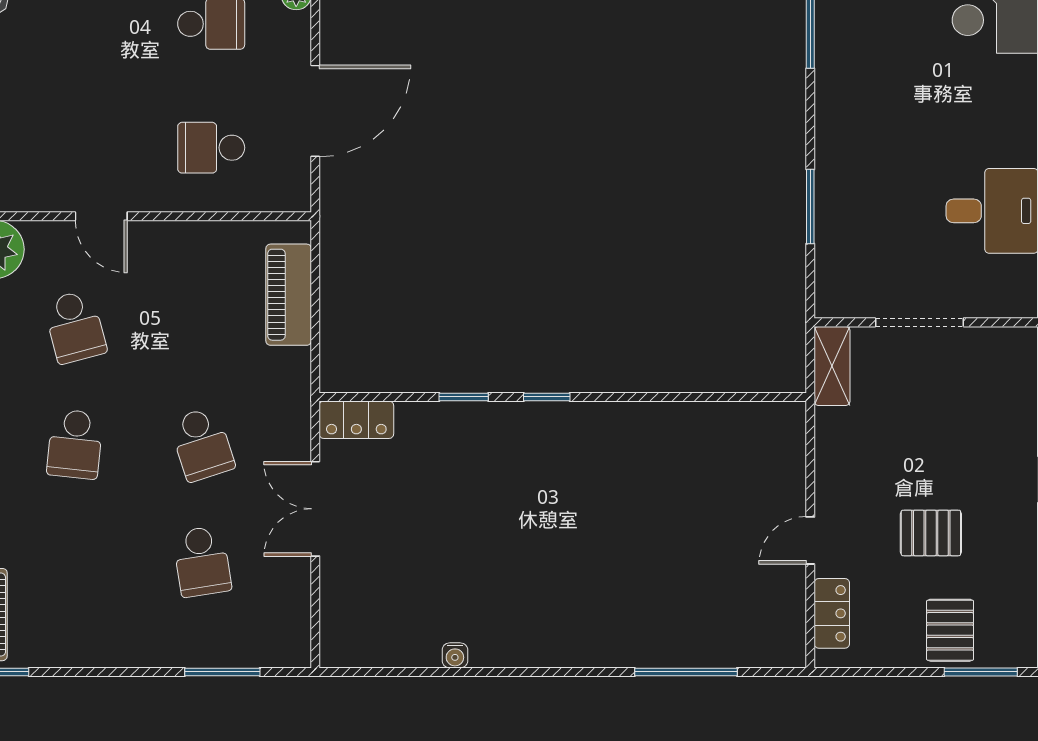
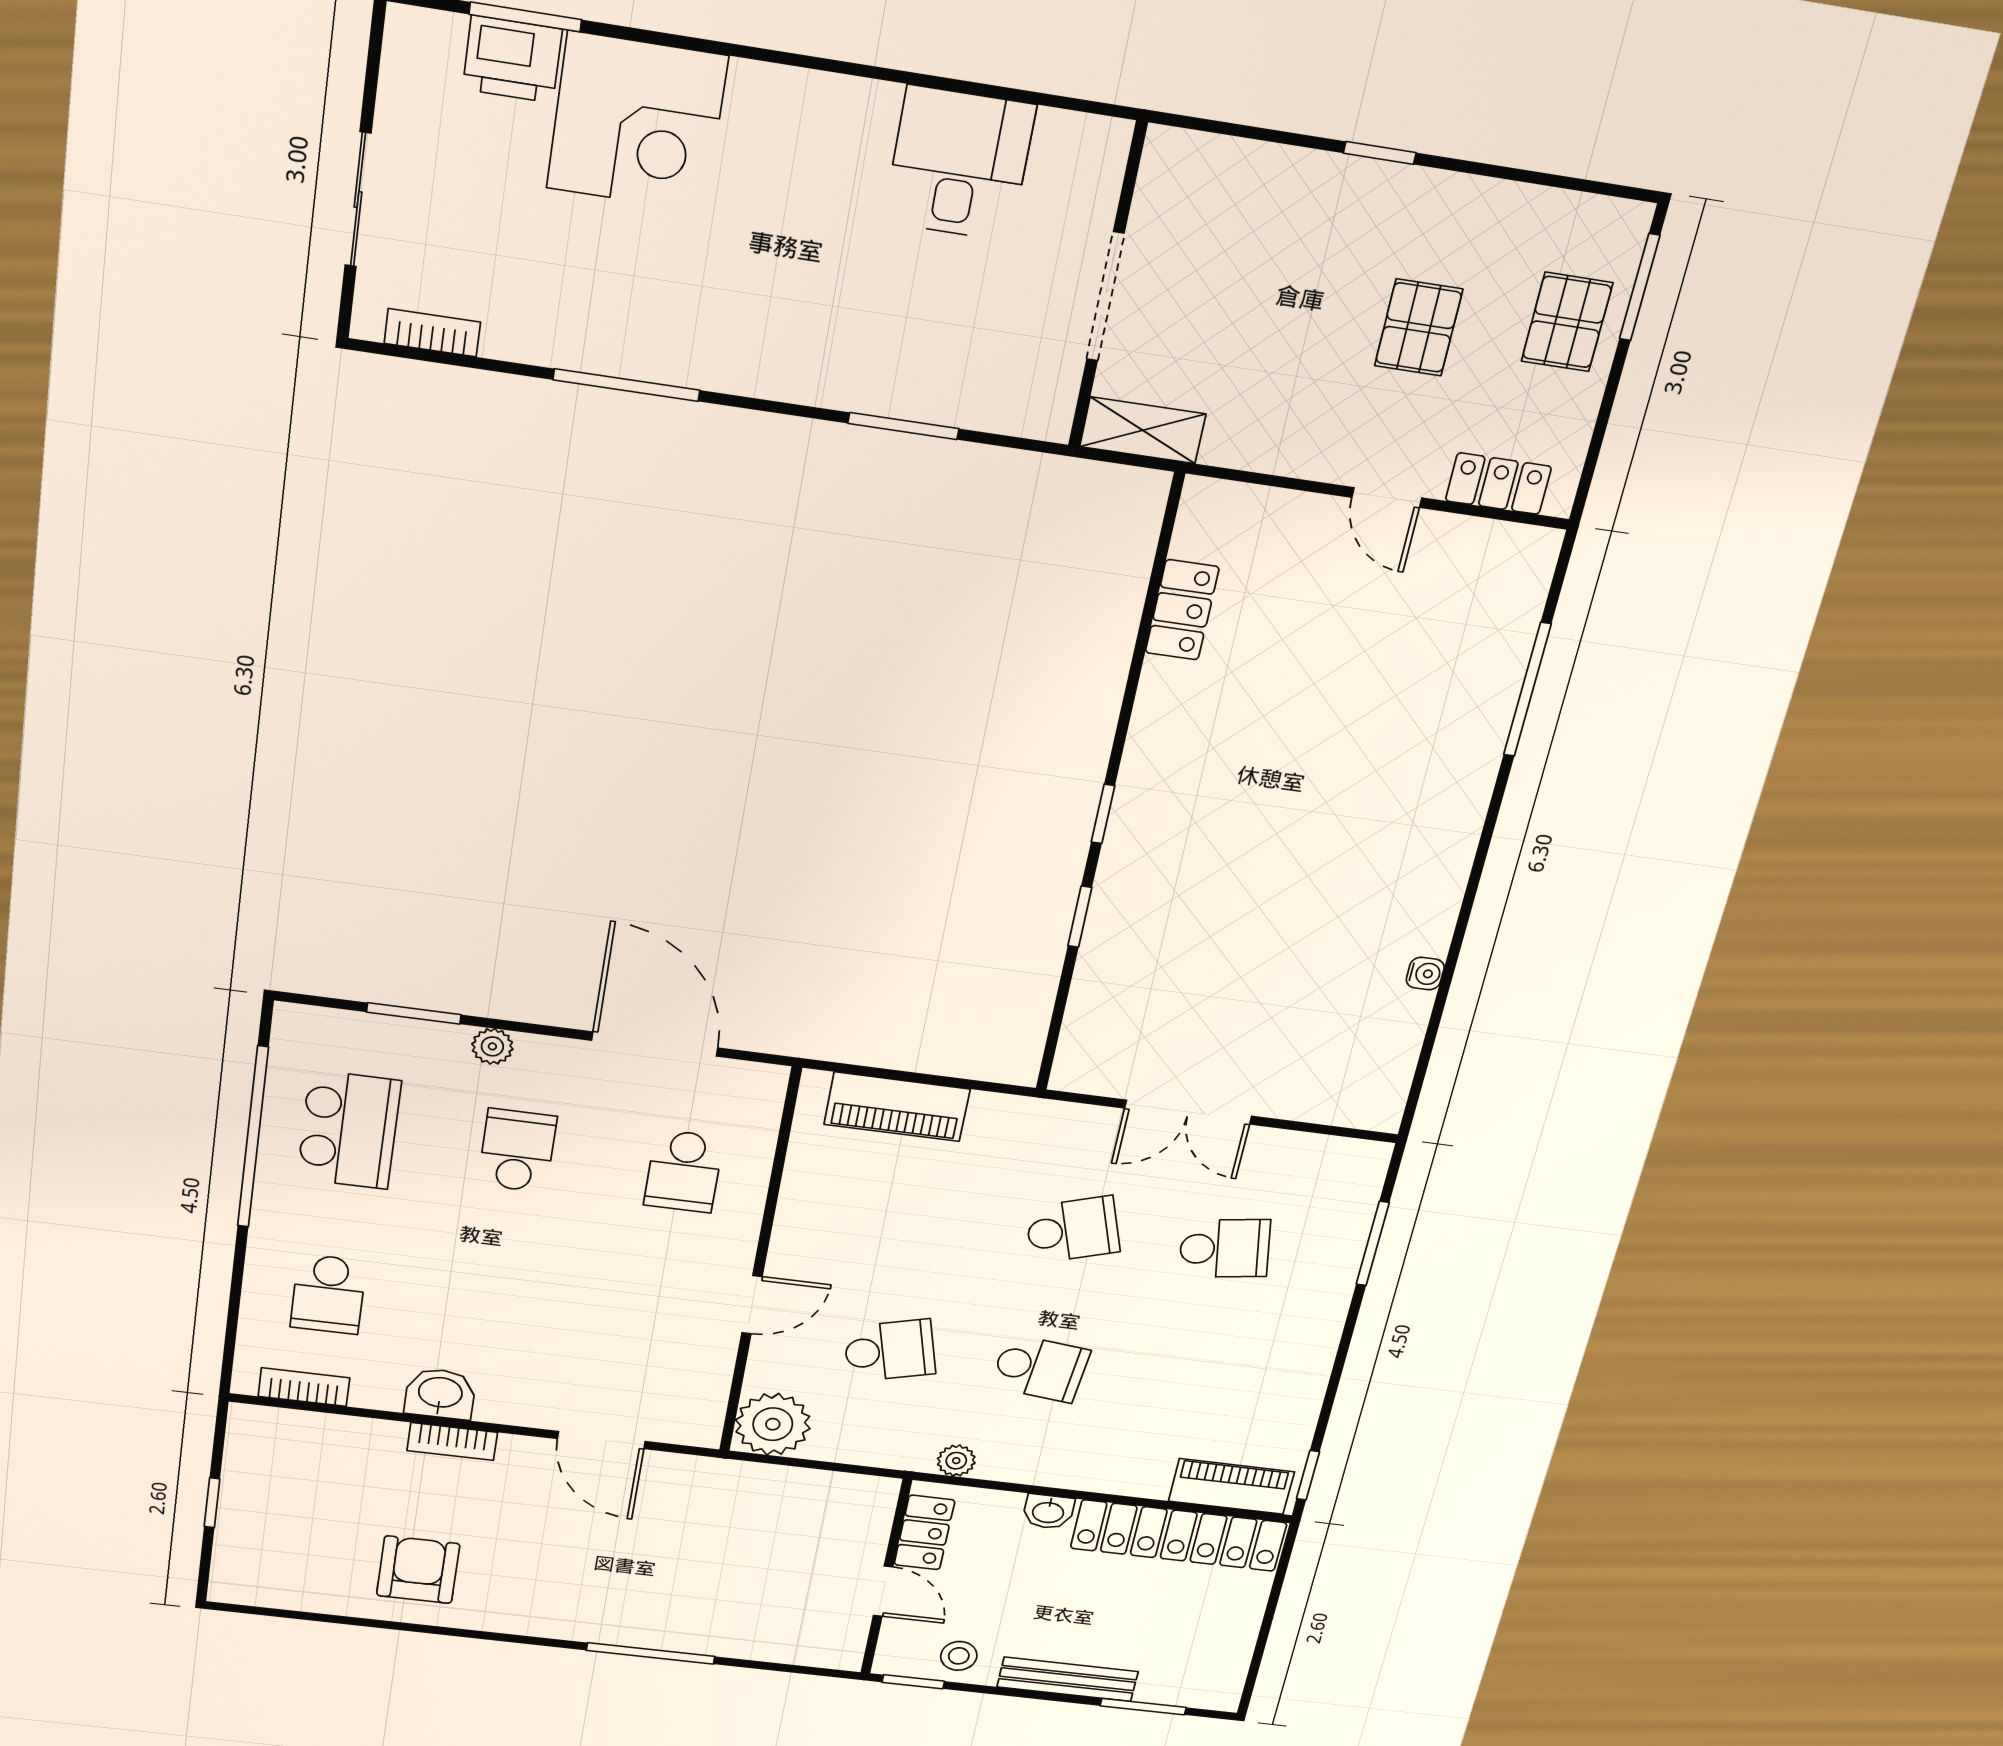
locker: (356, 420) -> (1182, 610), moved
pallet: (950, 630) -> (1567, 322), turned 90

